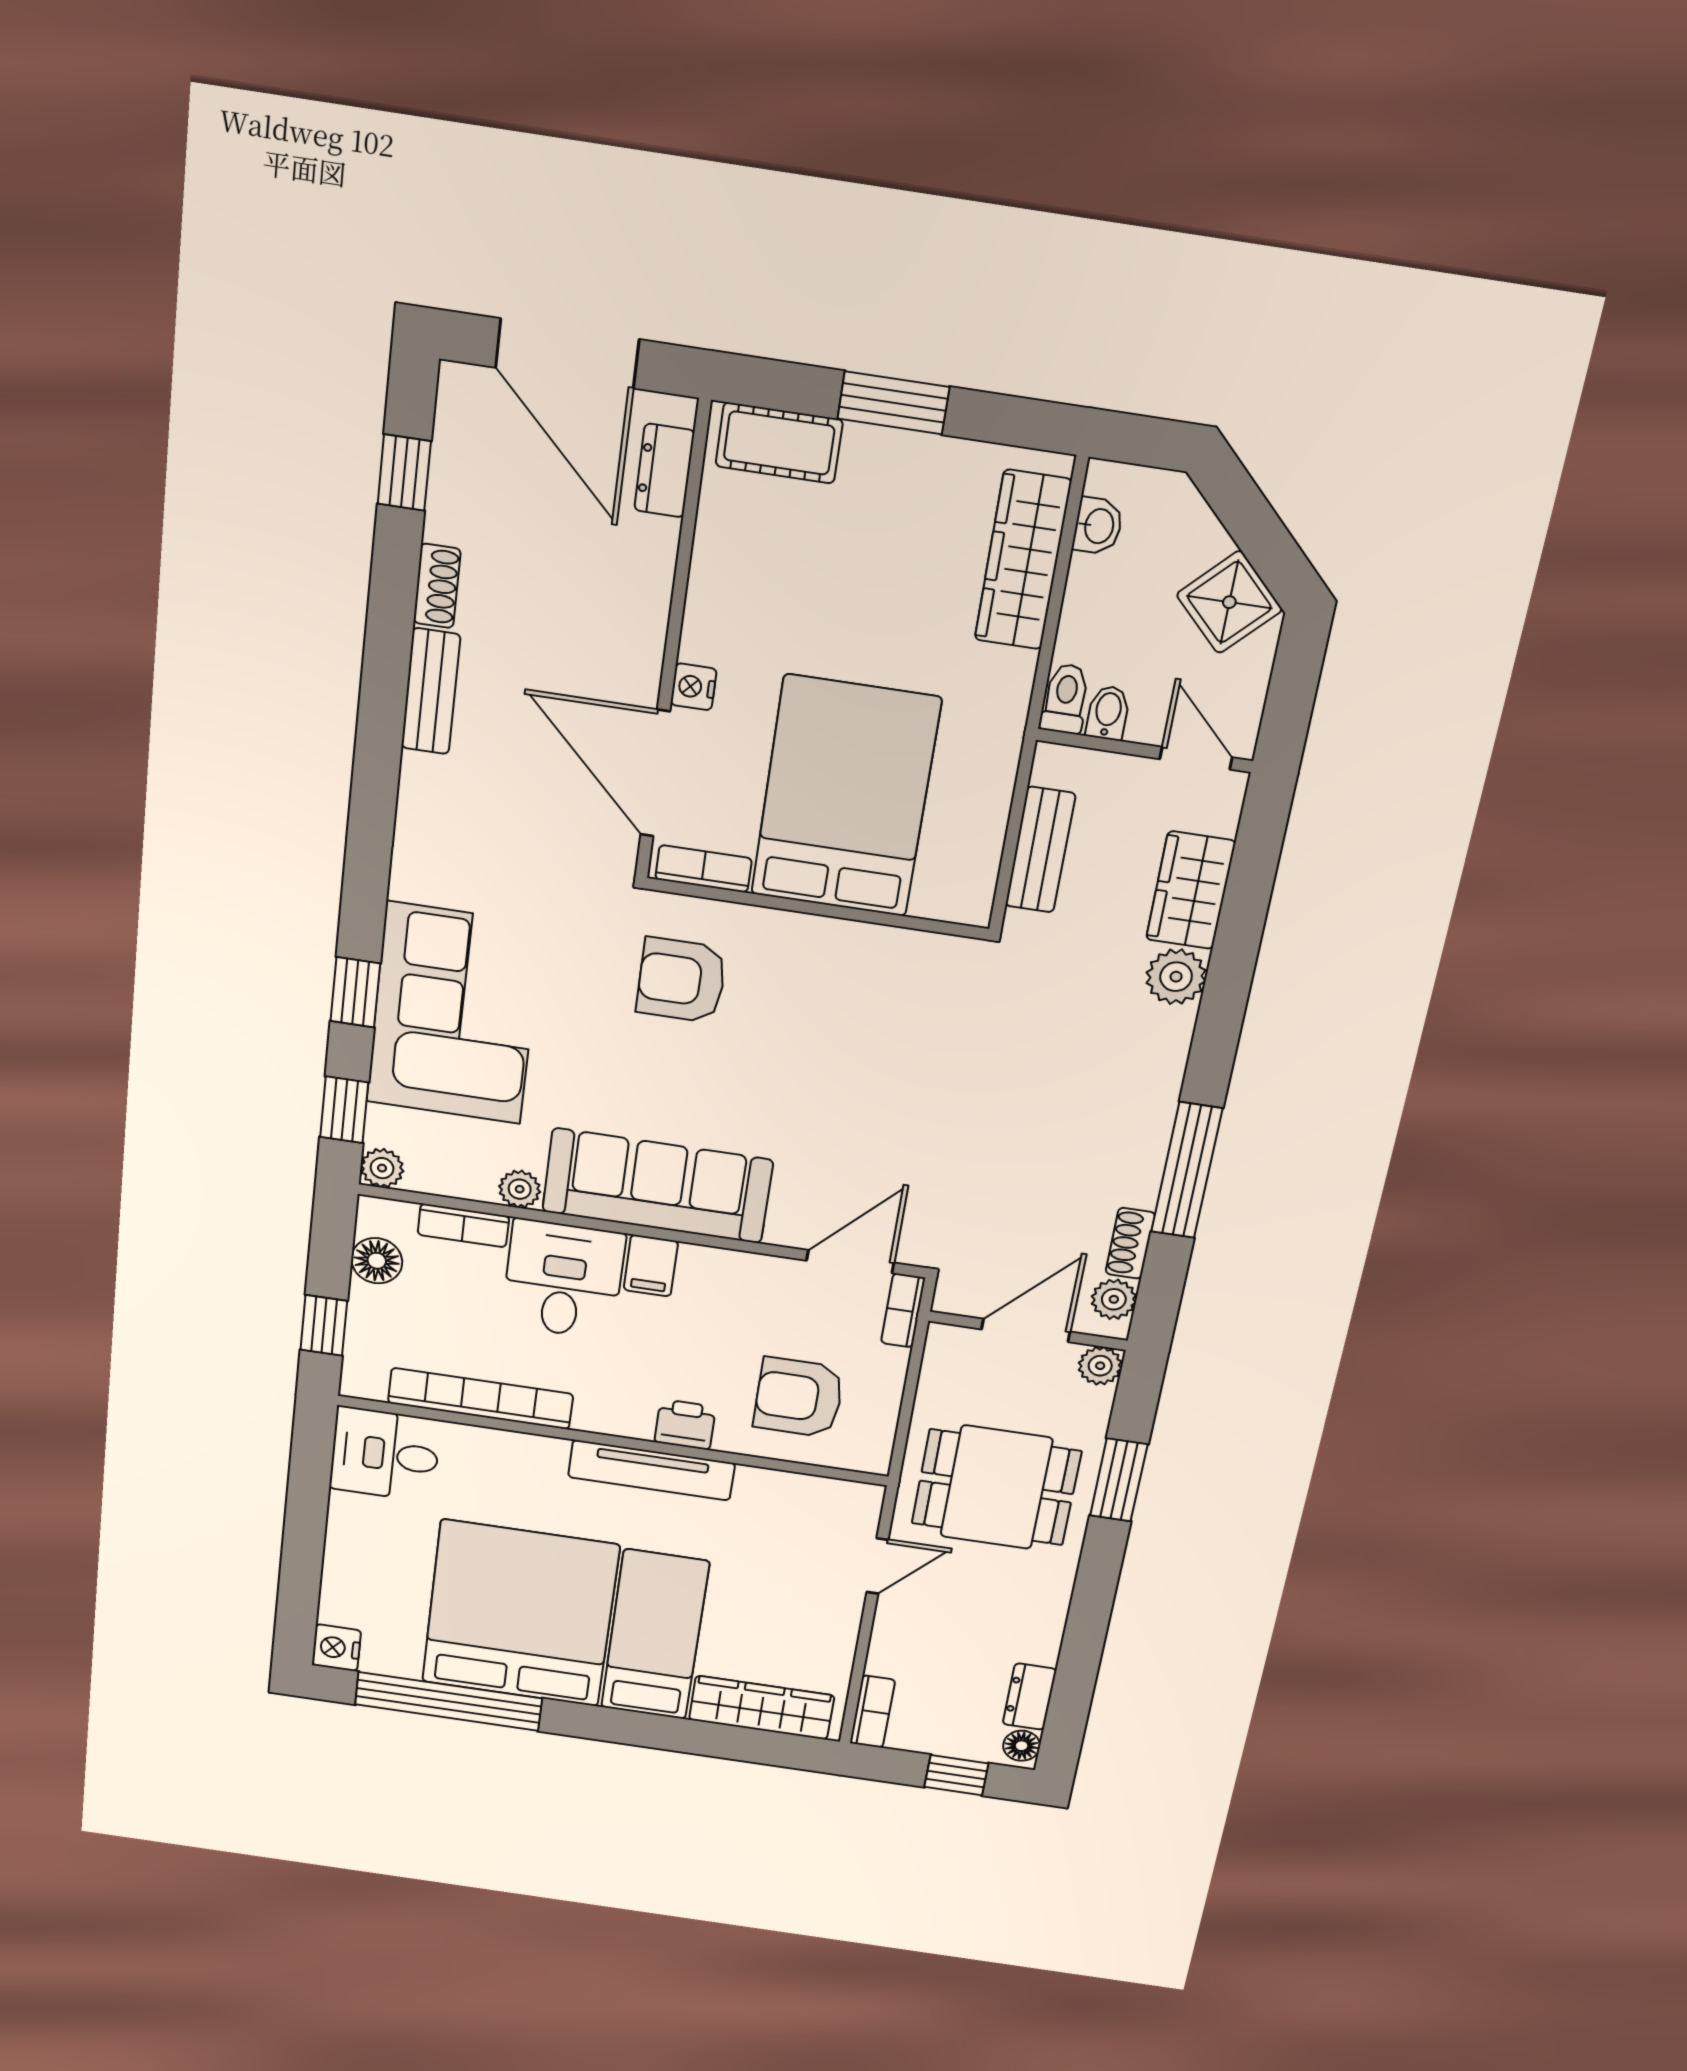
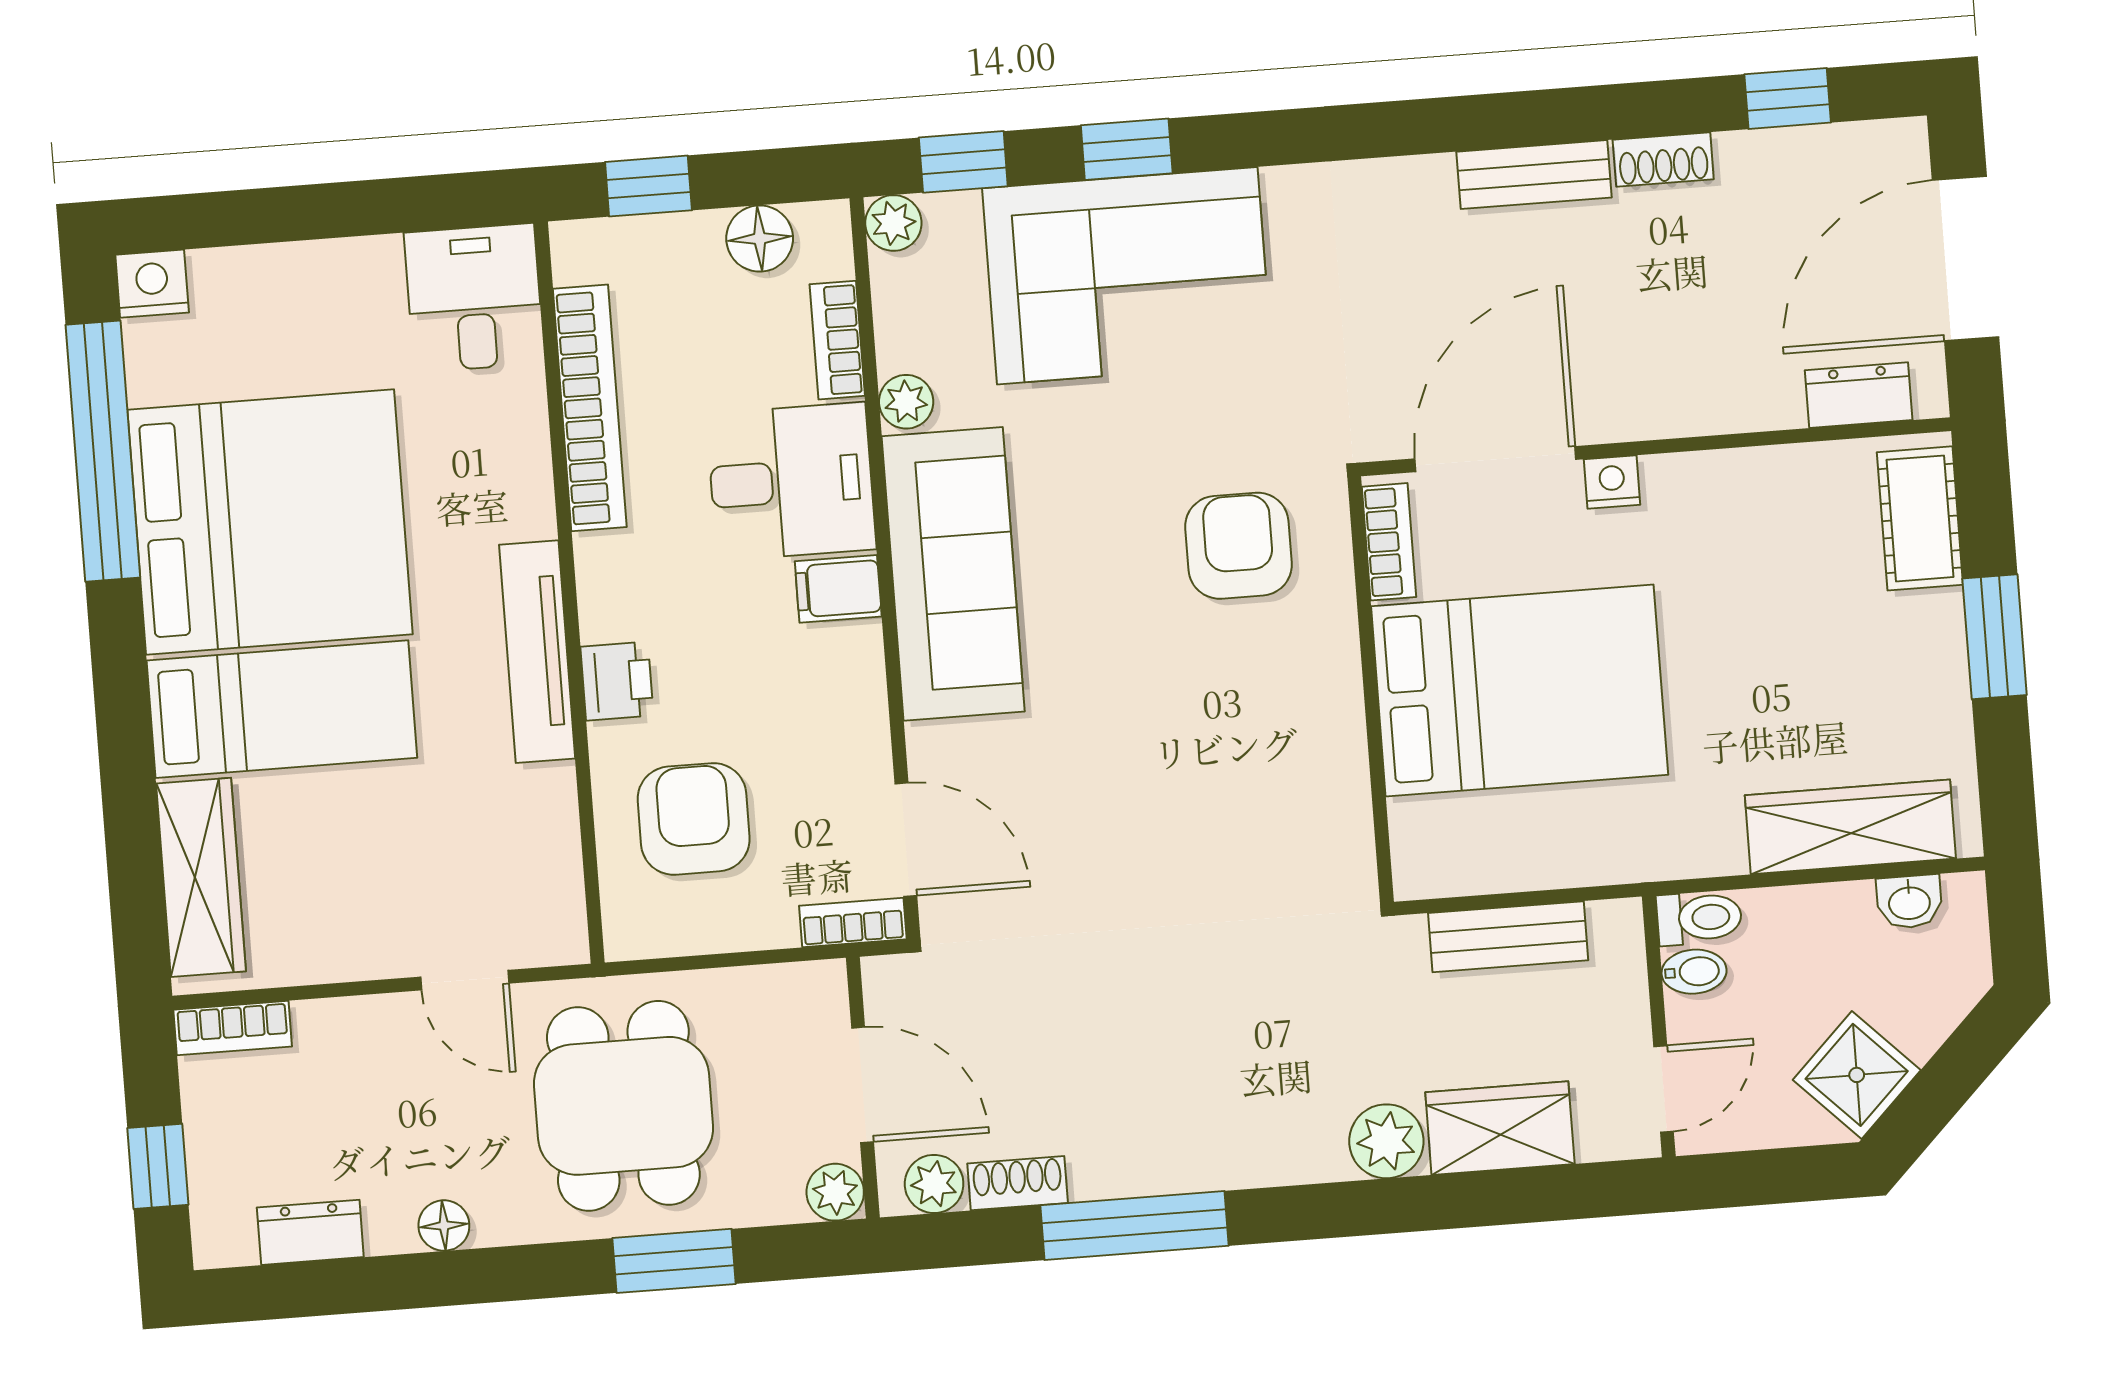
floor lamp: (1022, 1746) -> (444, 1226), moved

